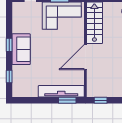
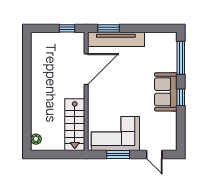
door: (85, 57) -> (86, 69), moved
window: (9, 77) -> (181, 58), width x2.17

